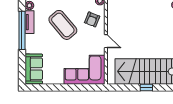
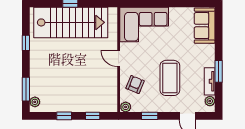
coffee table: (63, 25) -> (170, 78), turned 40
window: (22, 30) -> (219, 71), width x0.47

